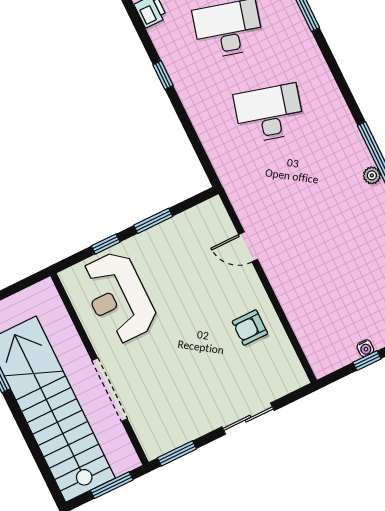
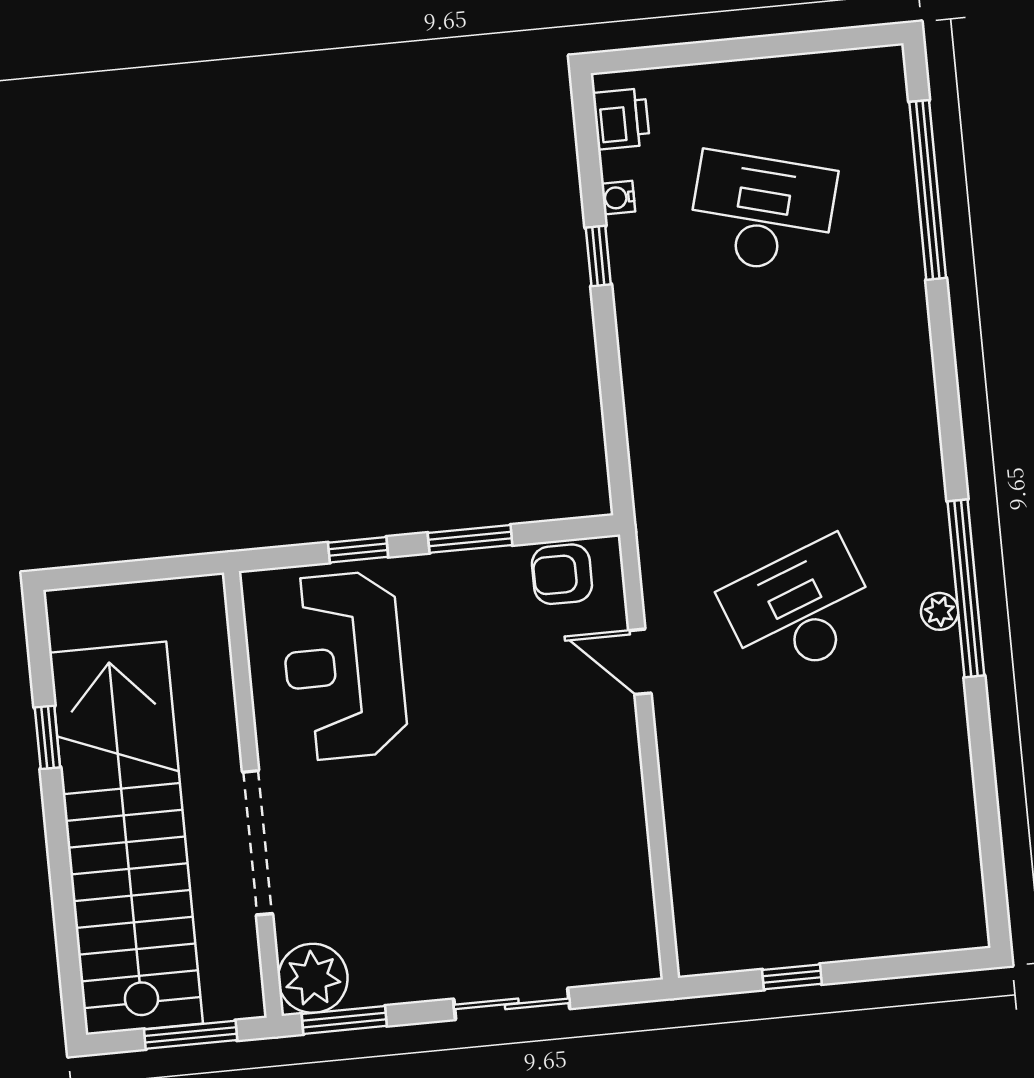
desk: (269, 113) -> (800, 610), moved, turned -36
armchair: (250, 328) -> (562, 574), moved
water cooler: (365, 348) -> (618, 198), moved, turned 90
plant: (156, 440) -> (313, 978), added

